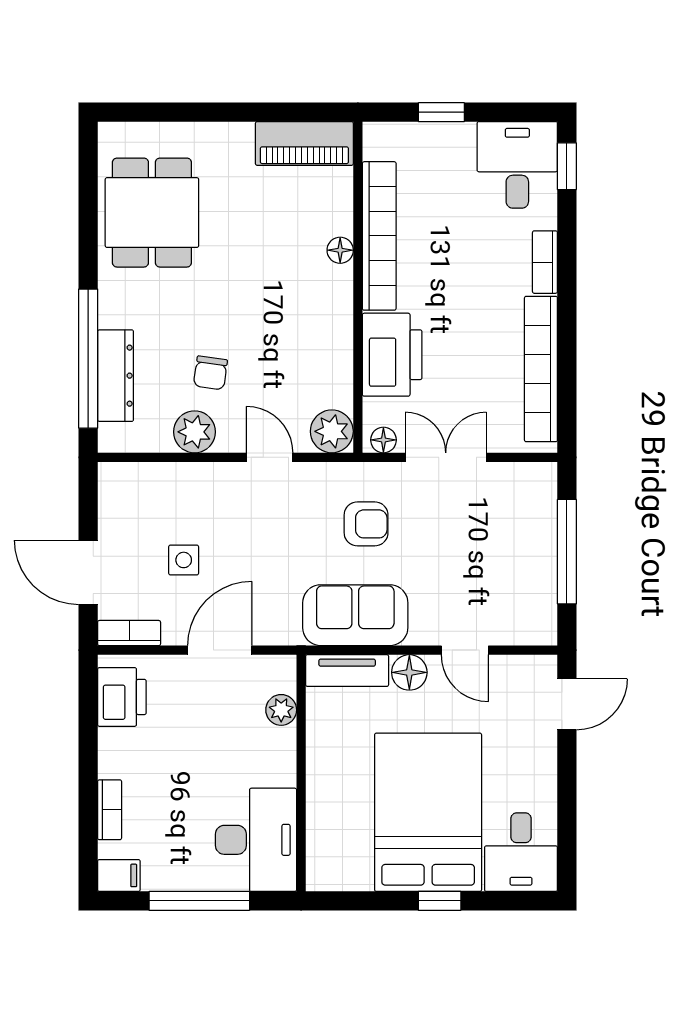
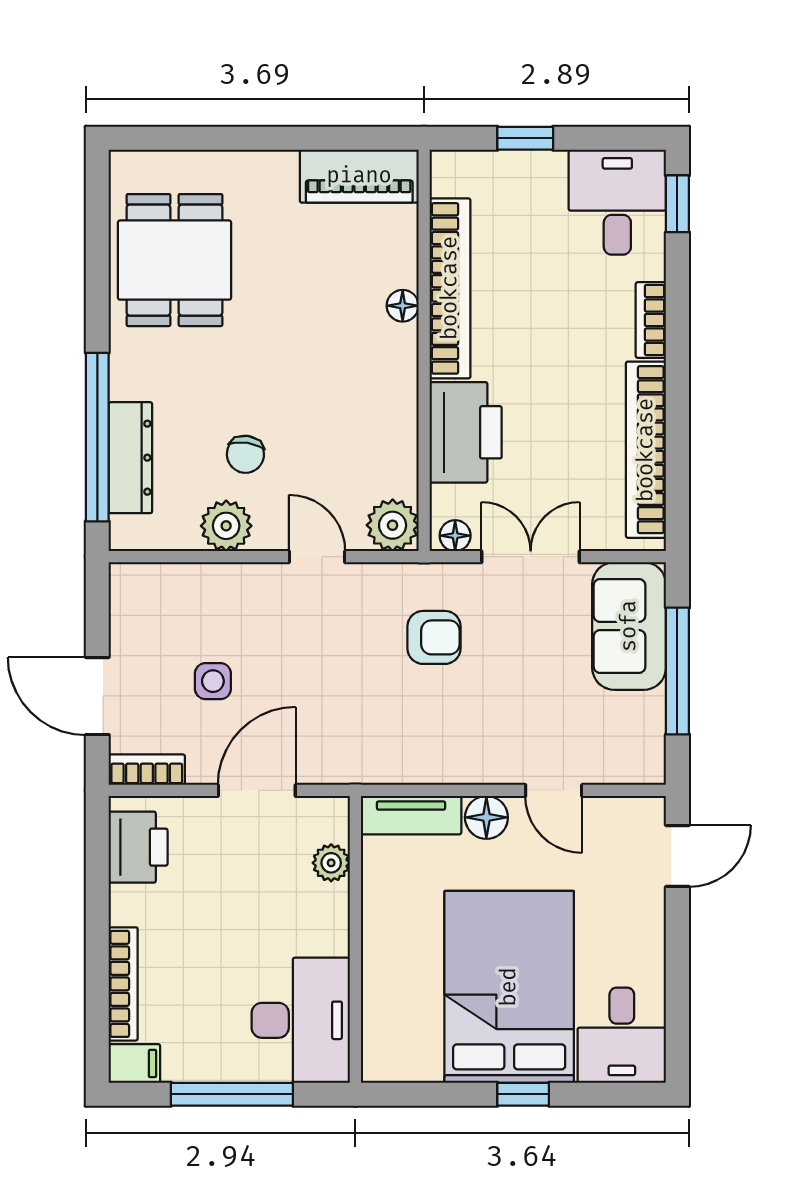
sofa: (355, 615) -> (629, 626), moved, turned -90
bookcase: (110, 810) -> (123, 984), width x1.56

